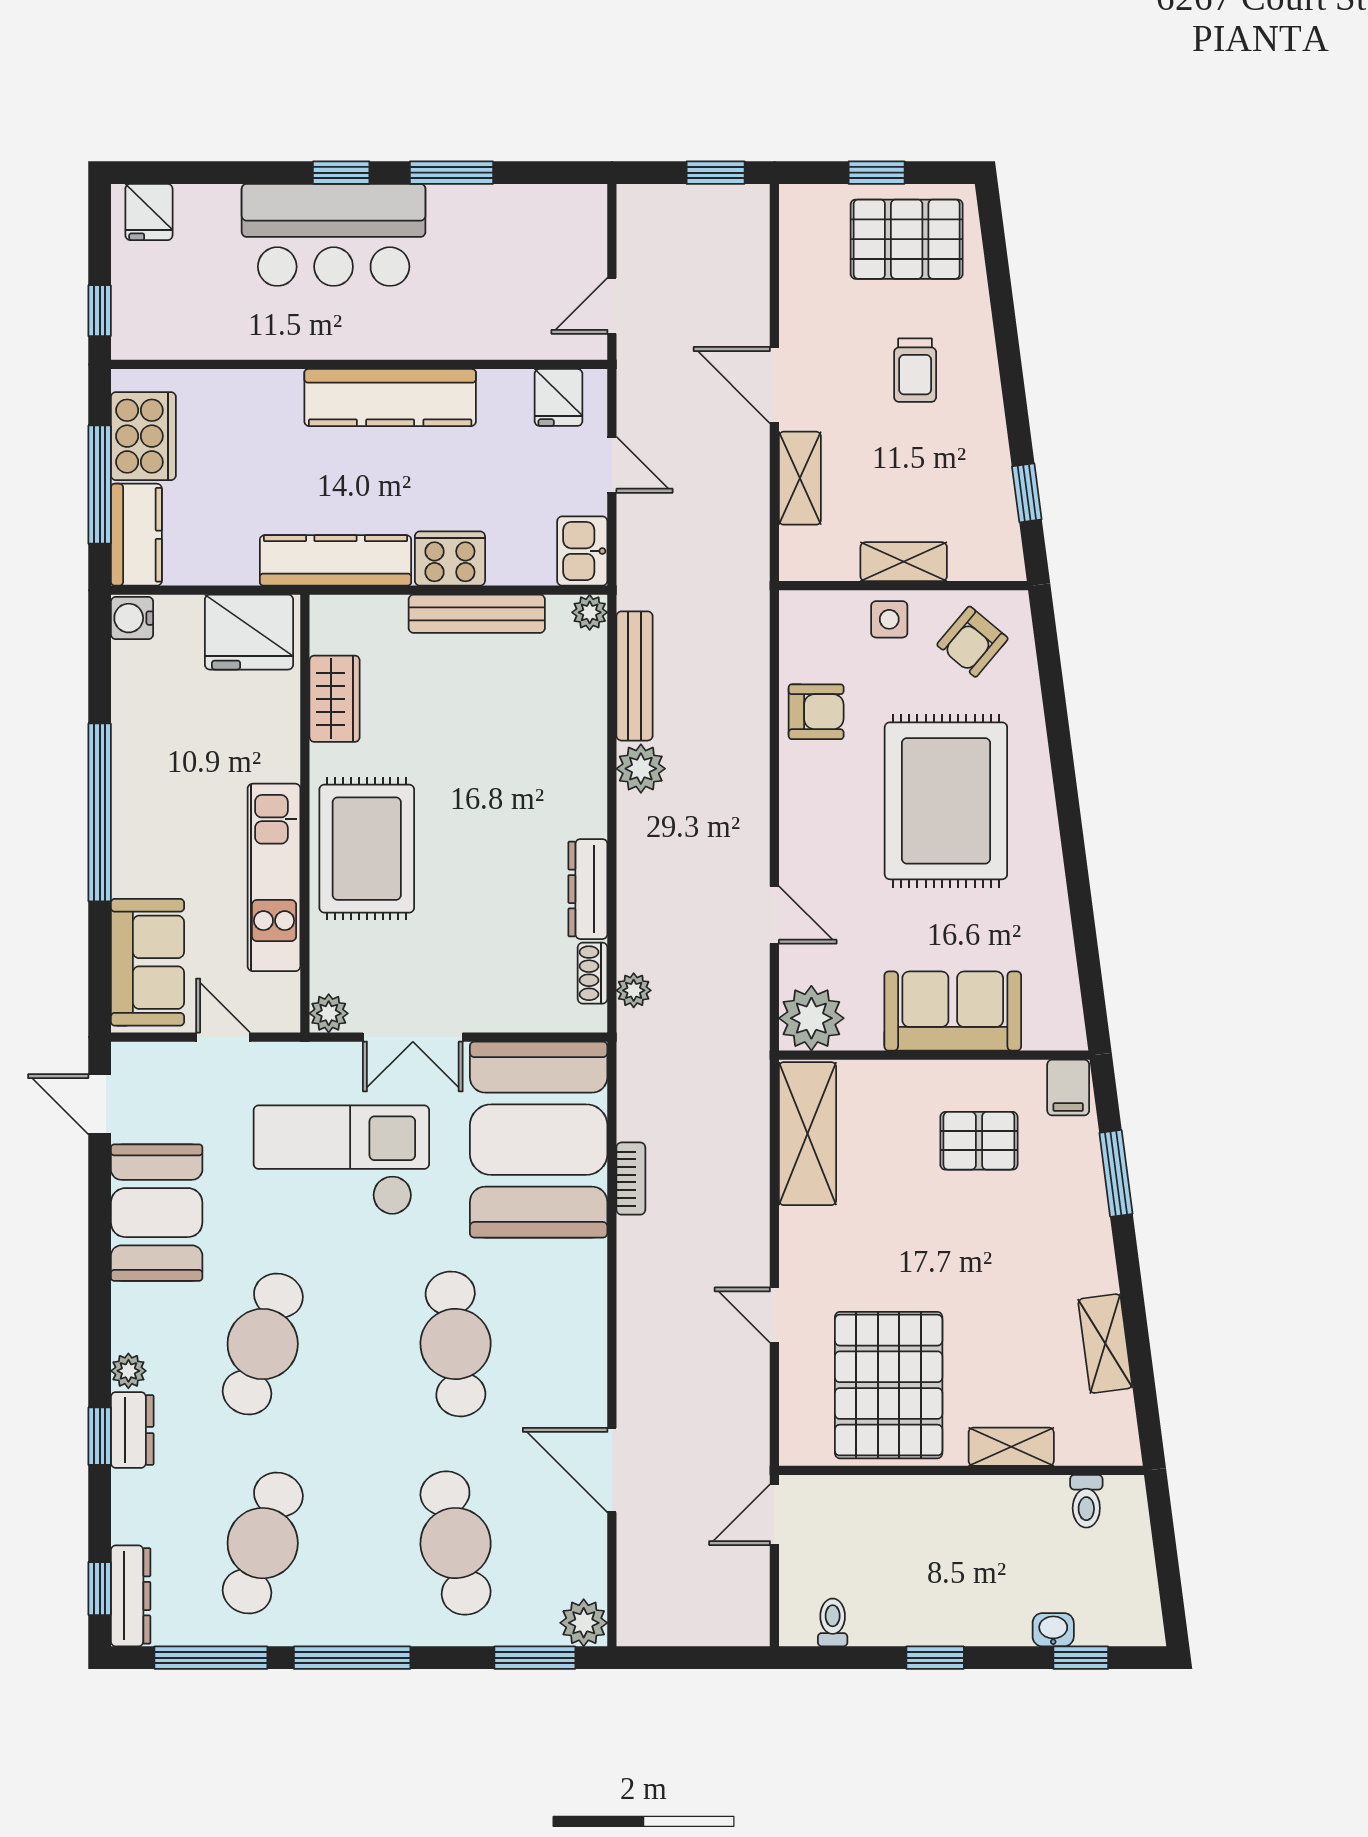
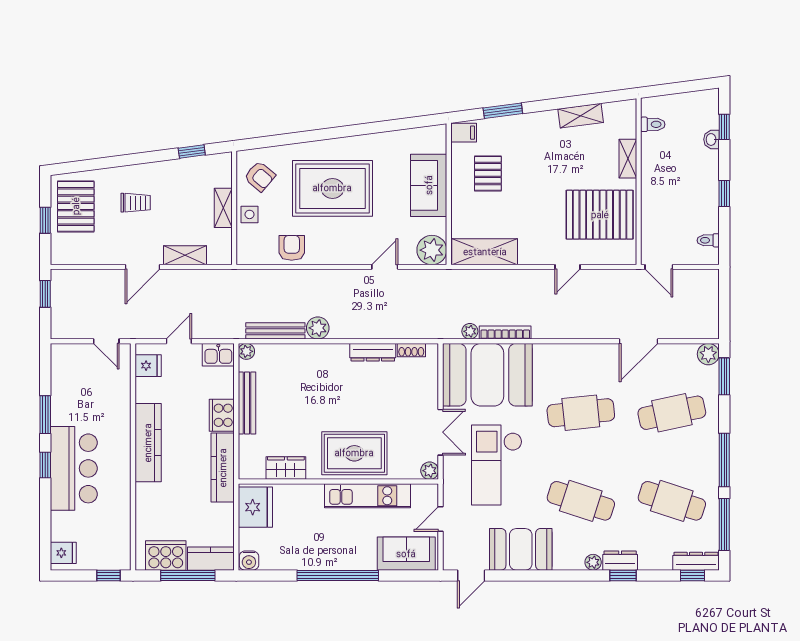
plant: (634, 990) -> (470, 331), moved
bookcase: (631, 1179) -> (505, 333), width x1.56

